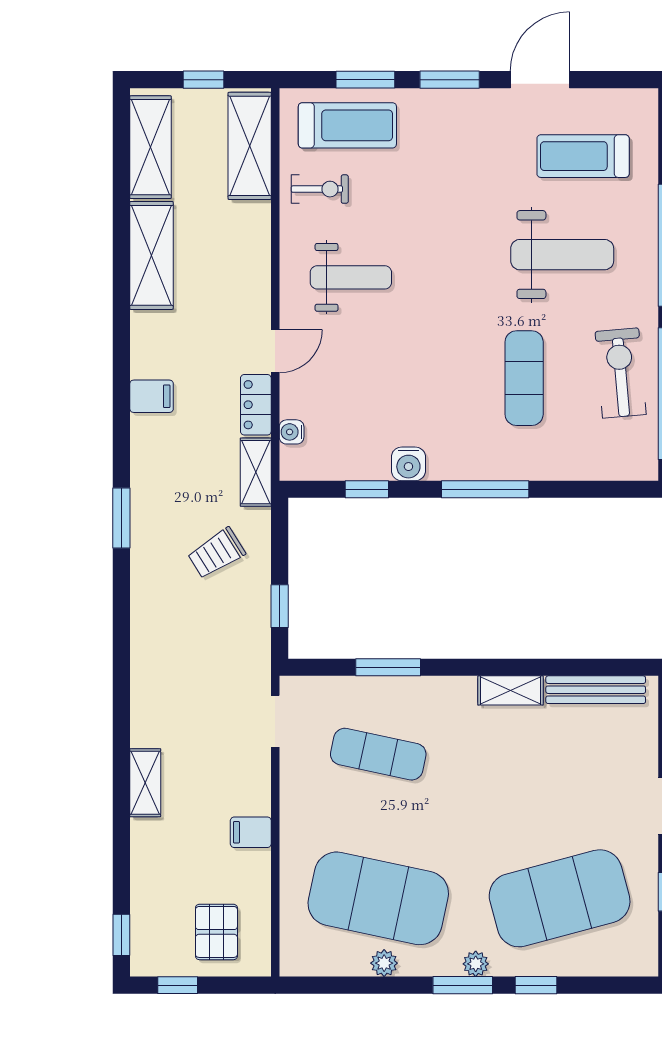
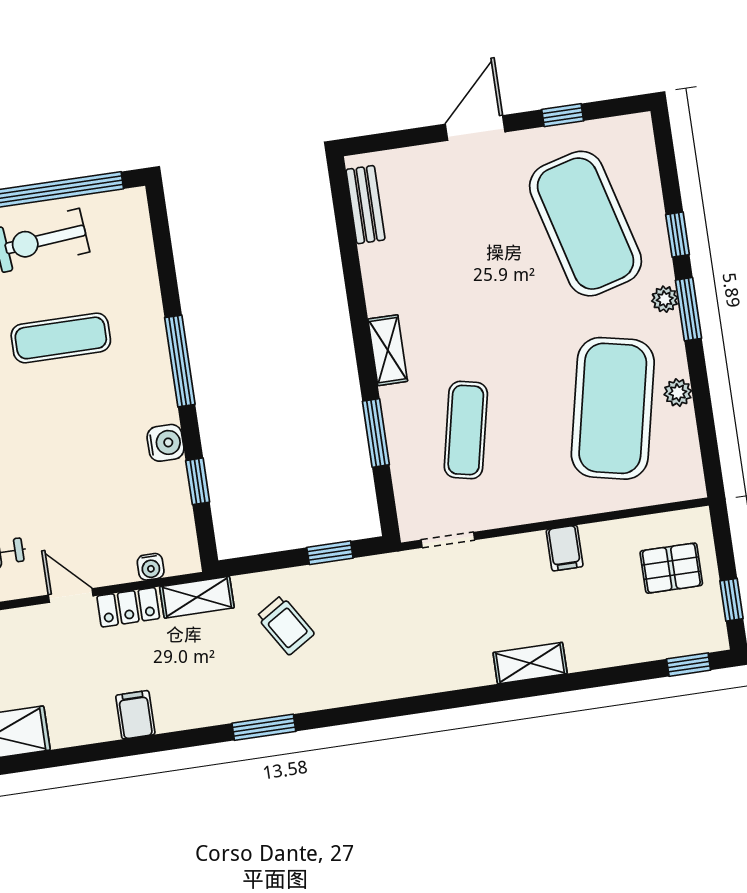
shelving: (511, 690) -> (388, 350), moved
bench: (596, 690) -> (365, 205), width x0.73

